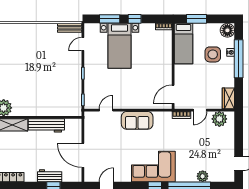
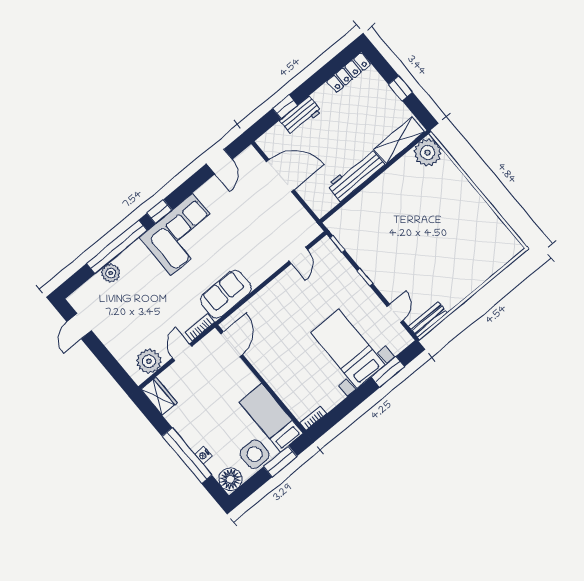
window: (135, 19) -> (357, 398), removed
side table: (213, 54) -> (255, 454), moved
sofa: (137, 120) -> (226, 294), moved

